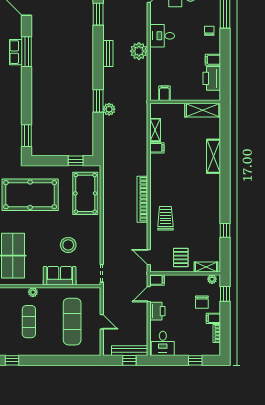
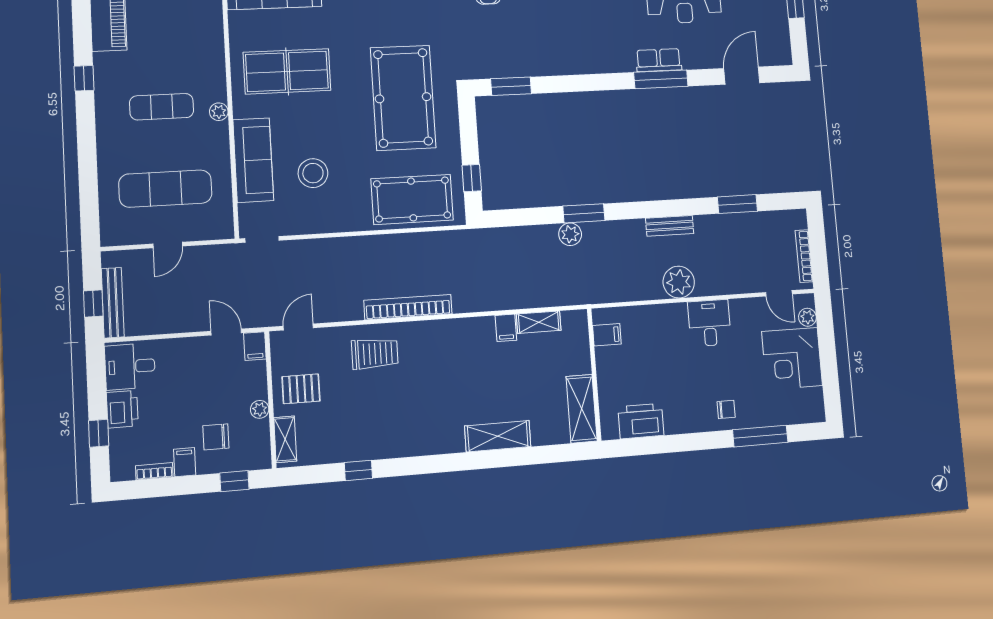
filing cabinet: (213, 60) -> (675, 420), removed
sofa: (60, 276) -> (253, 160), width x1.36
plant: (212, 279) -> (260, 409), moved
printer: (157, 311) -> (122, 409), moved, turned -90

